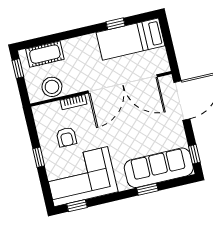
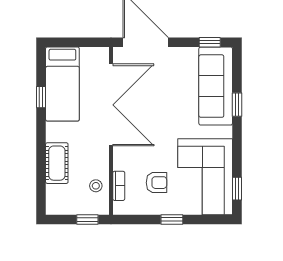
cot: (45, 54) -> (57, 163), moved
window: (18, 69) -> (87, 219), moved
stool: (52, 87) -> (96, 186), width x0.53, depth x0.53
bookcase: (74, 102) -> (119, 186), moved

